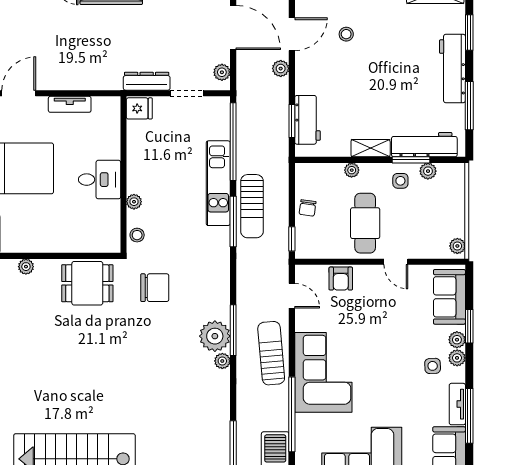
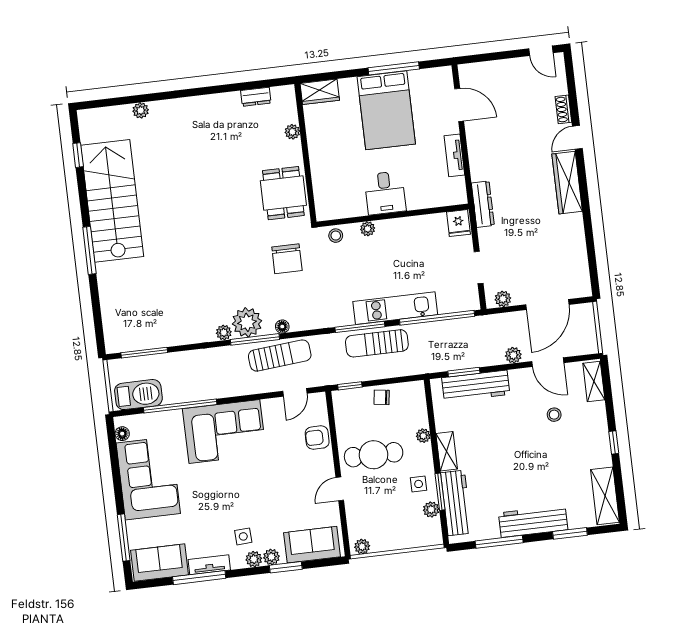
dresser: (147, 81) -> (483, 204), moved
workbench: (308, 120) -> (476, 386), width x1.38
floor lamp: (223, 301) -> (282, 327), added
sun lounger: (271, 353) -> (280, 356), moved

